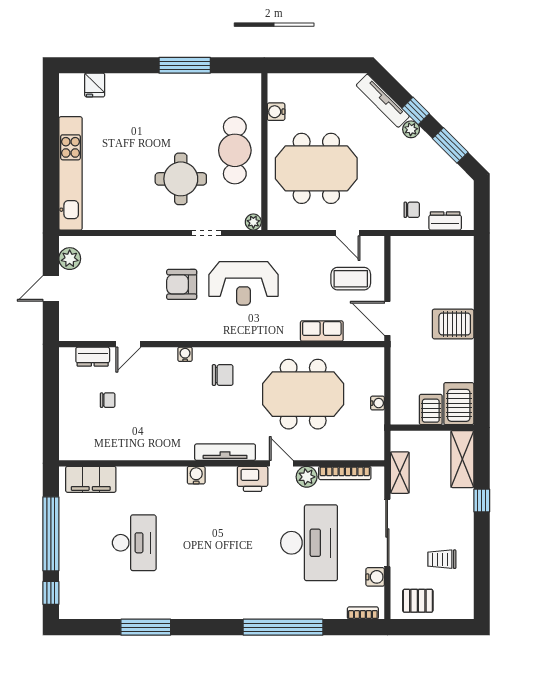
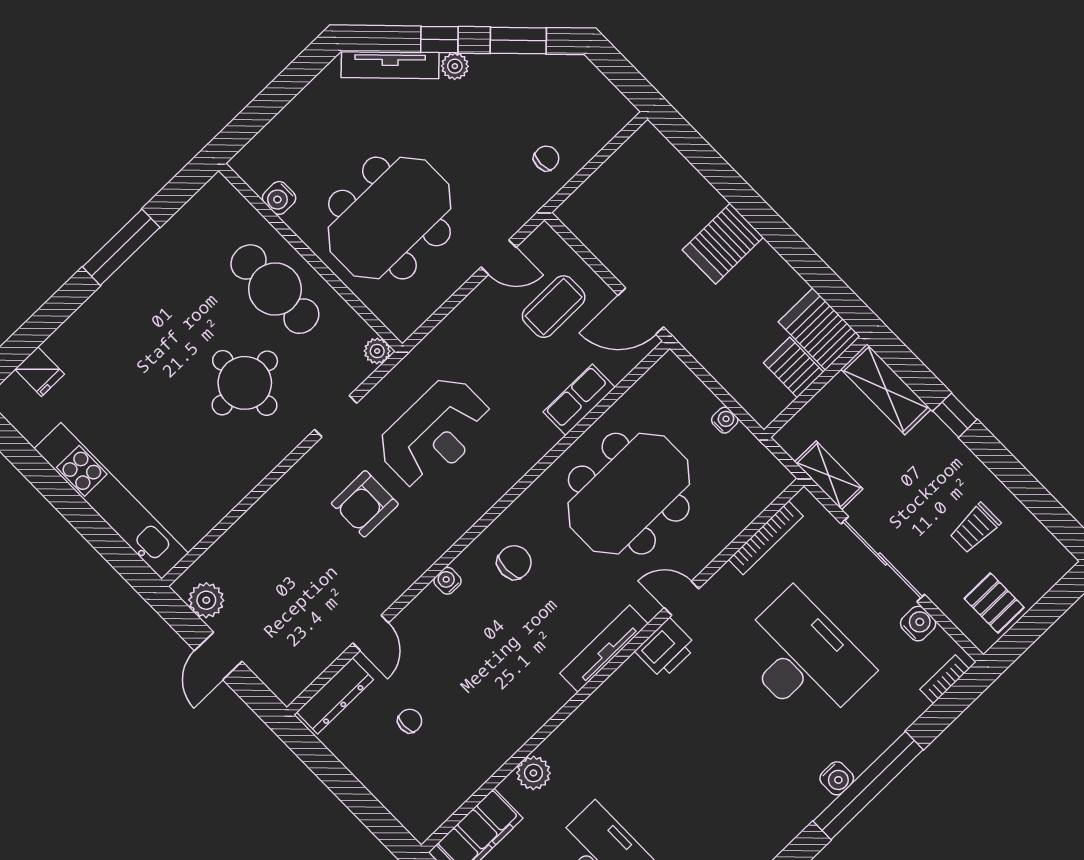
dresser: (445, 221) -> (598, 134), removed
dresser: (93, 357) -> (335, 696), width x1.44
water cooler: (196, 475) -> (837, 778), moved, turned 180
plant: (307, 477) -> (533, 773), moved
pallet: (418, 601) -> (994, 603), turned 90

